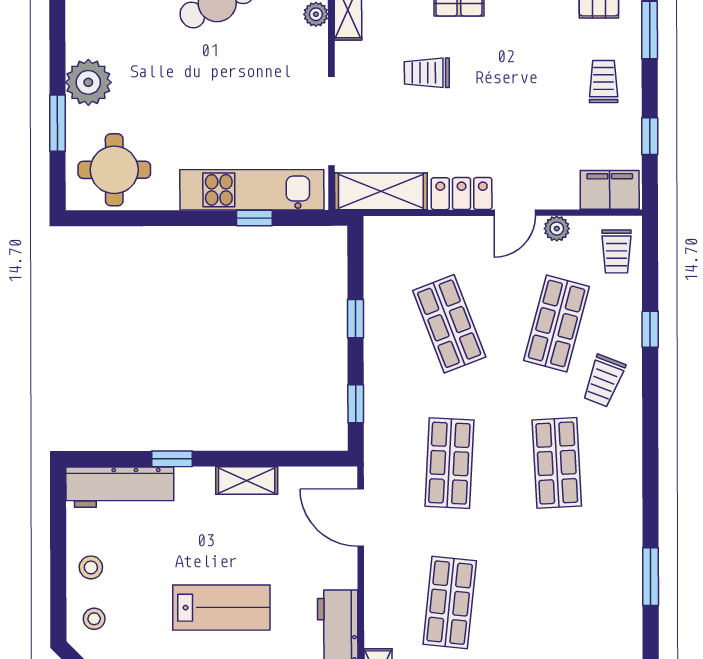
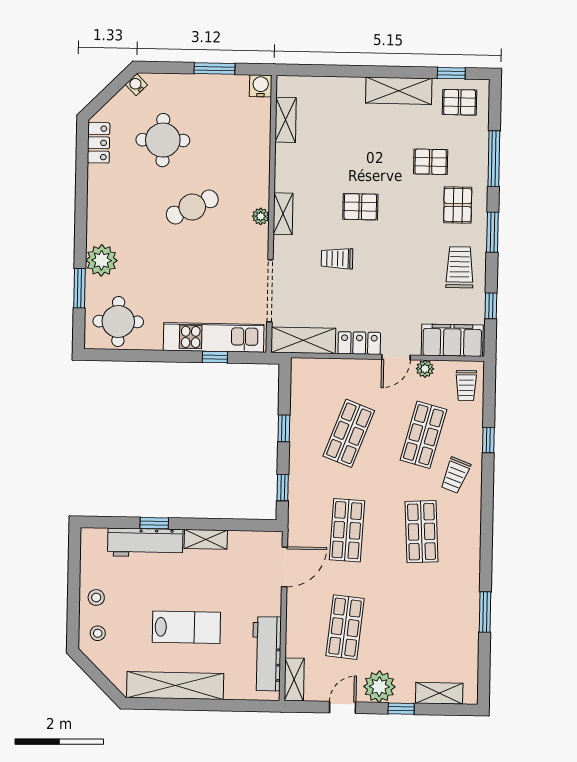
trolley: (604, 82) -> (460, 267), width x1.36, depth x1.39
filing cabinet: (610, 190) -> (452, 340), width x1.50, depth x1.17
shop shelf: (449, 324) -> (349, 433), turned 42
workbench: (120, 487) -> (145, 543), moved
door: (361, 518) -> (284, 567), swing flipped

